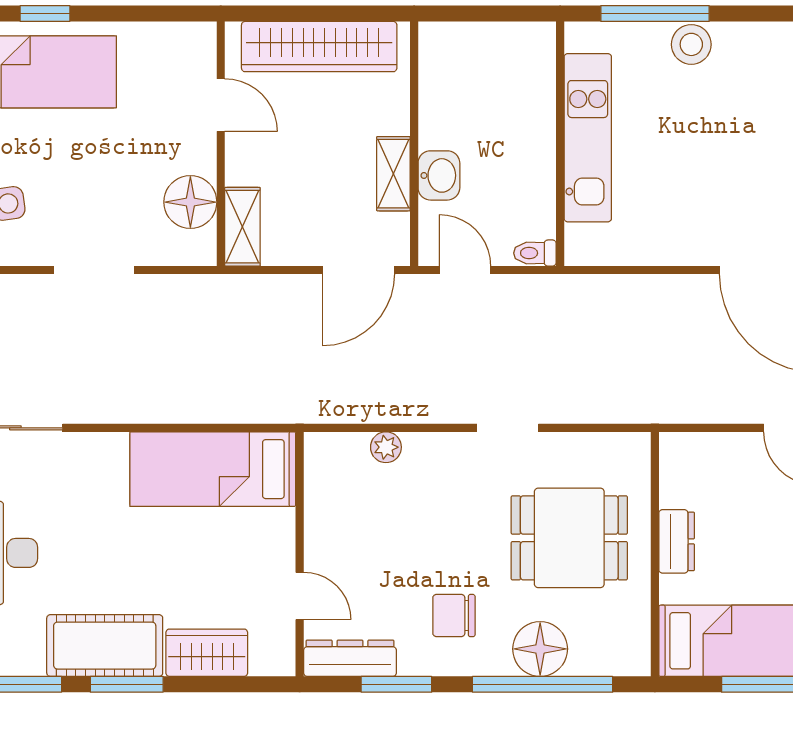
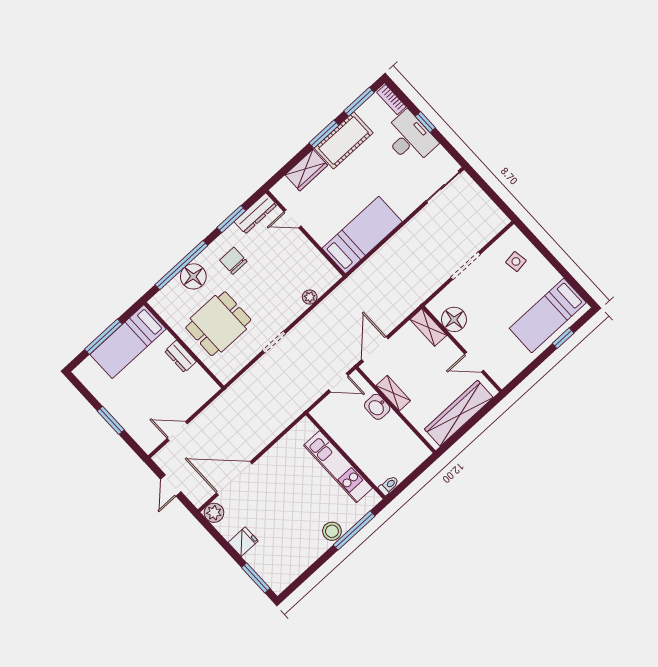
toilet: (535, 253) -> (389, 485), moved
chair: (454, 616) -> (233, 261), turned -90

